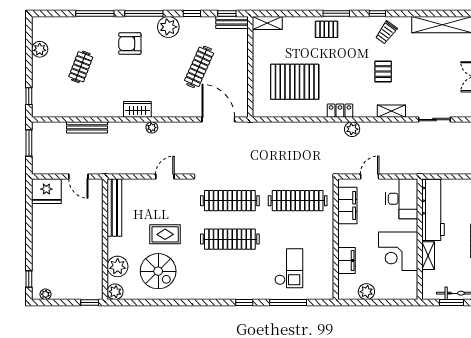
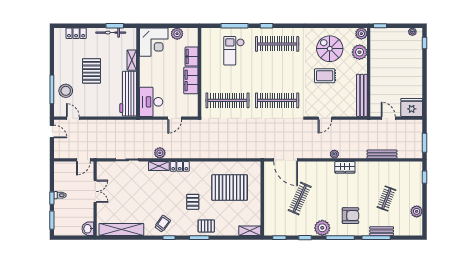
bench: (232, 22) -> (382, 231), moved
pallet: (383, 72) -> (193, 202), moved
locker: (340, 111) -> (180, 166), moved
plant: (352, 129) -> (160, 153), moved
filing cabinet: (347, 206) -> (191, 80), moved
clothes rail: (230, 239) -> (277, 44), moved
corner desk: (398, 251) -> (154, 42), moved, turned 90

